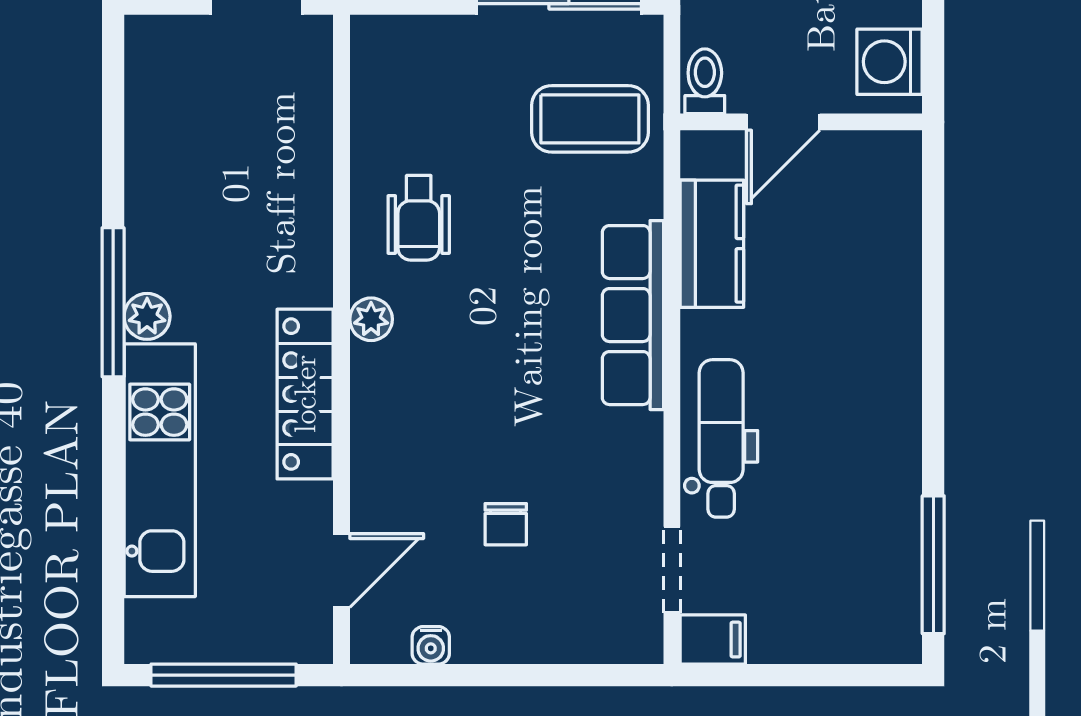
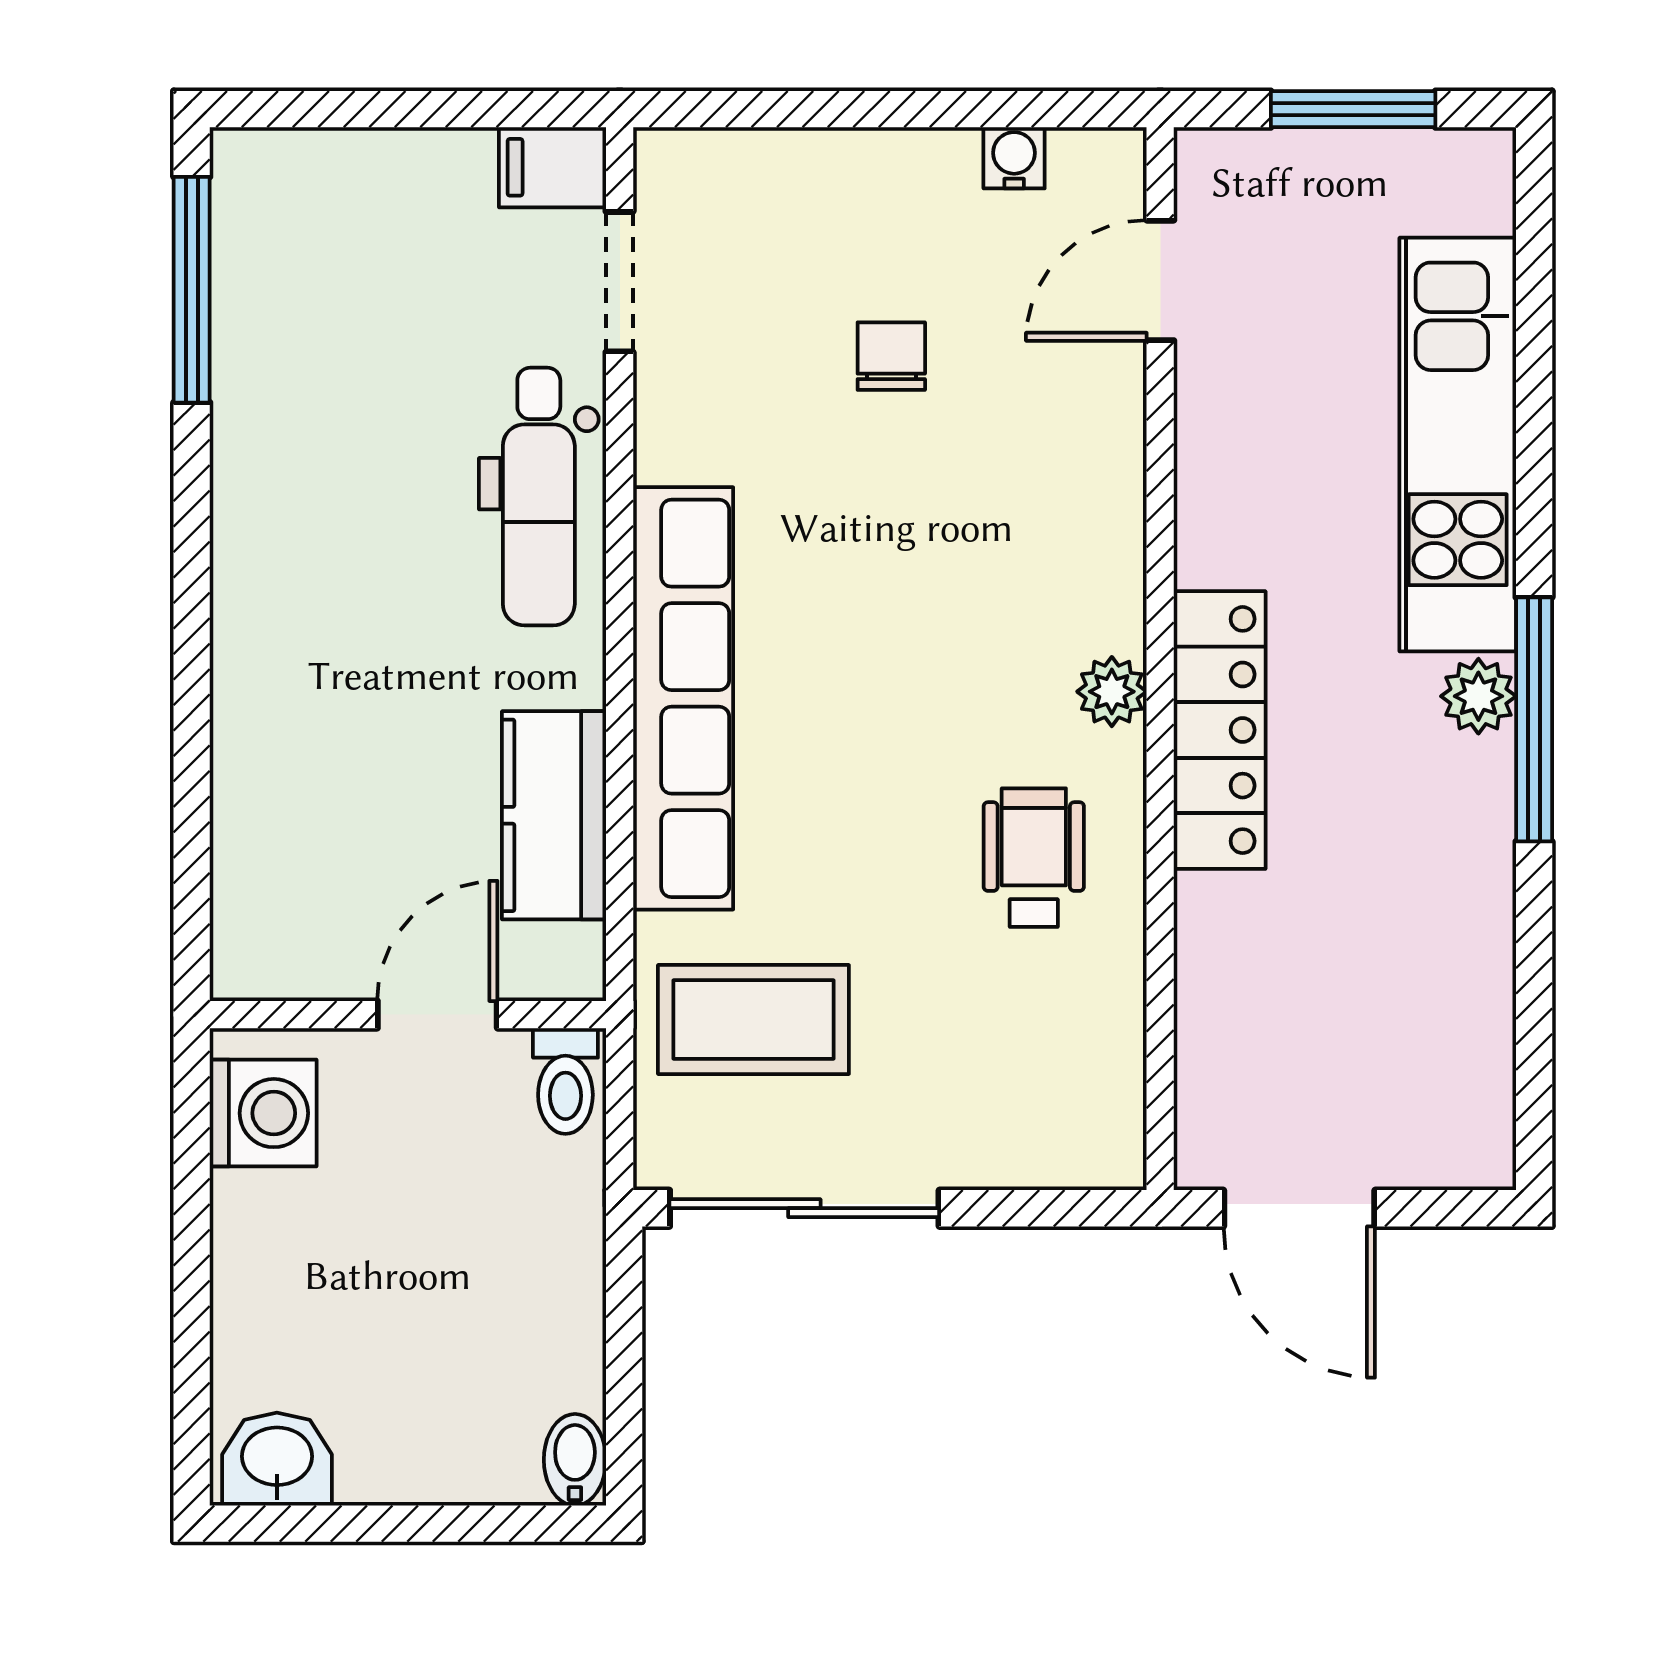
row of seats: (633, 315) -> (683, 698), width x1.36
locker: (305, 394) -> (1220, 730), moved
window: (224, 675) -> (1353, 109), width x0.69

